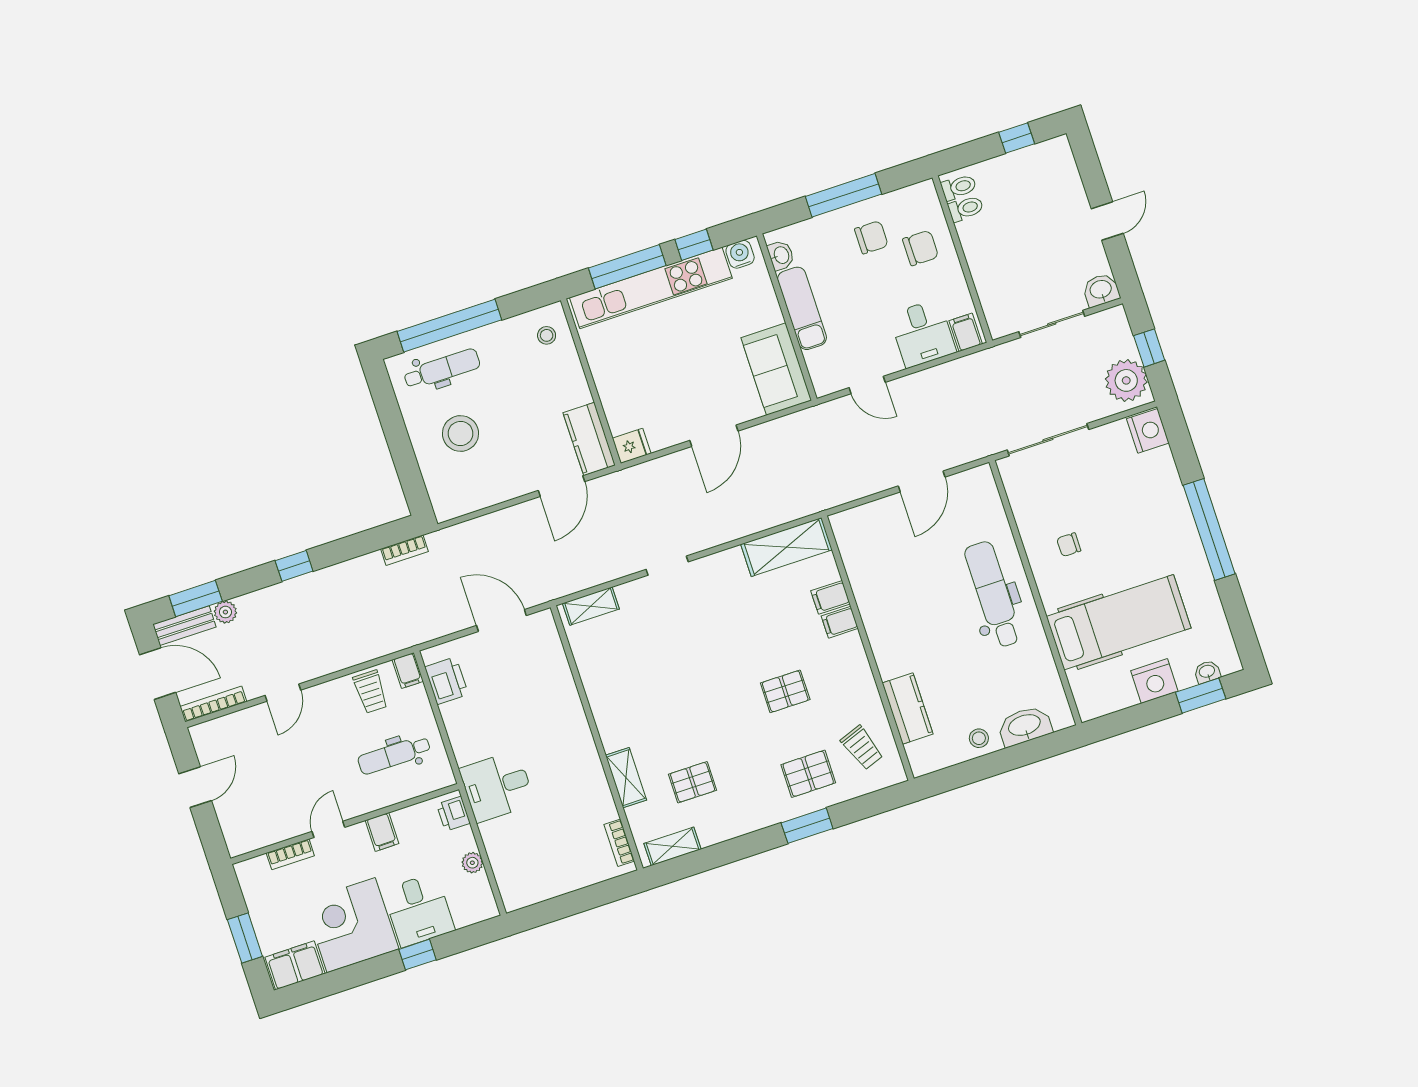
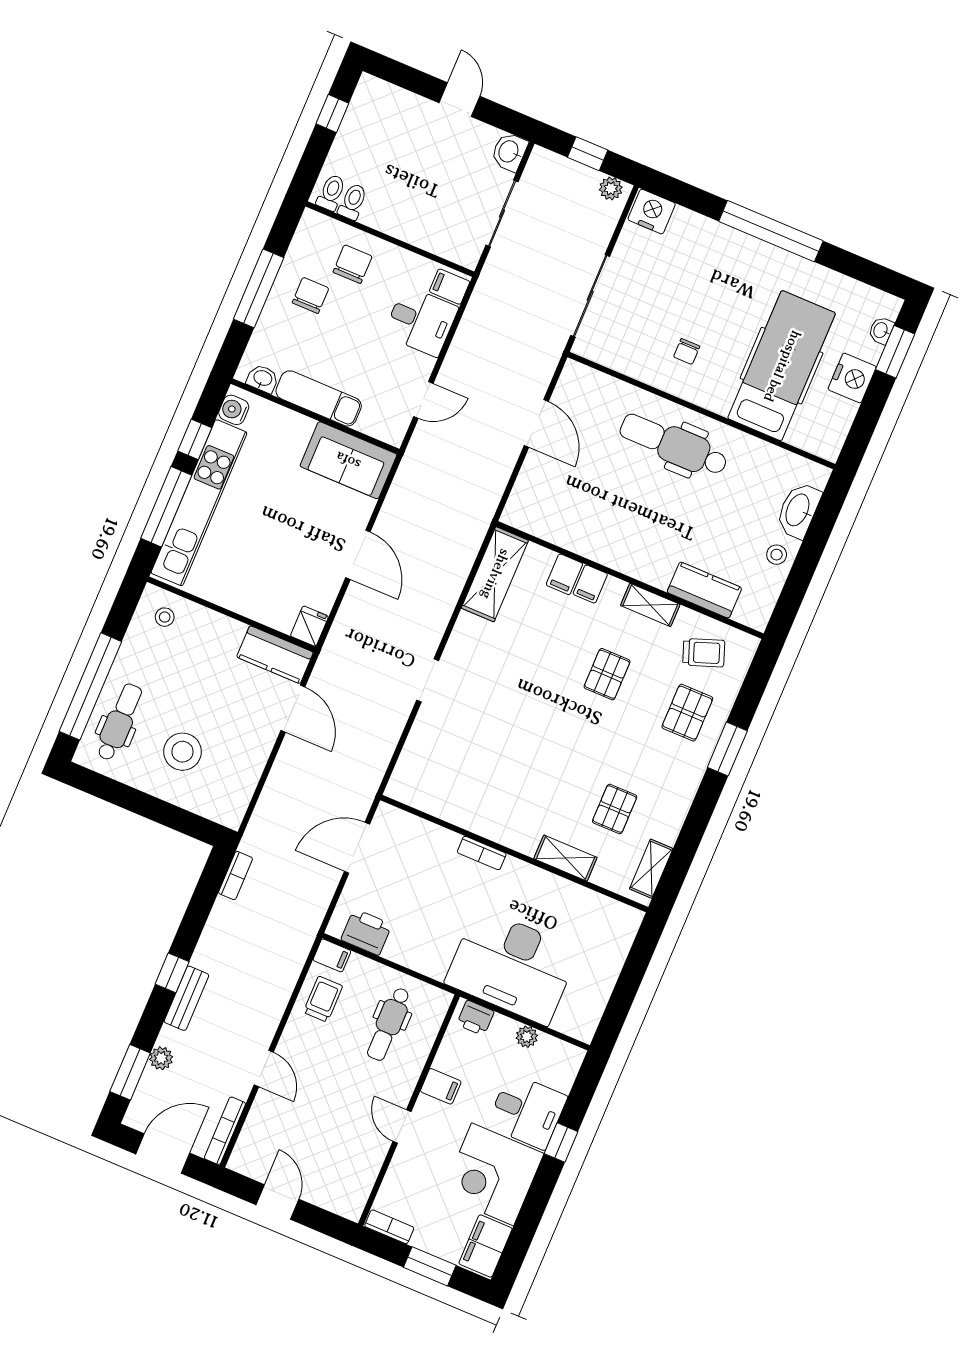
plant: (1126, 380) -> (611, 188), width x0.53, depth x0.53
shelving: (591, 606) -> (650, 605), moved, turned 90
bench: (184, 626) -> (186, 998), moved
trolley: (371, 692) -> (323, 999), turned -90
desk: (497, 786) -> (512, 966), width x1.87, depth x1.30
bookcase: (619, 843) -> (482, 853), moved
bookcase: (290, 854) -> (389, 1227), moved, turned -90

